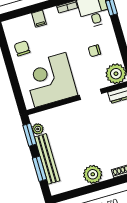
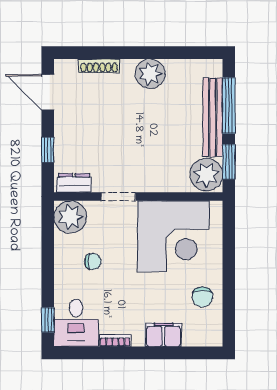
filing cabinet: (39, 19) -> (163, 335), width x2.00
plant: (38, 129) -> (206, 175), width x1.88, depth x1.88
window: (40, 169) -> (229, 105), width x1.44

